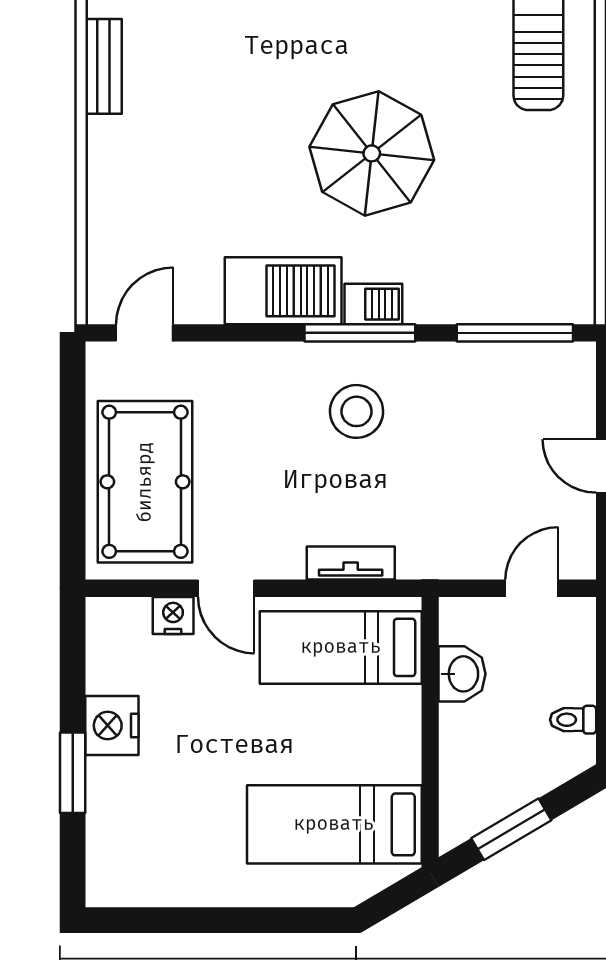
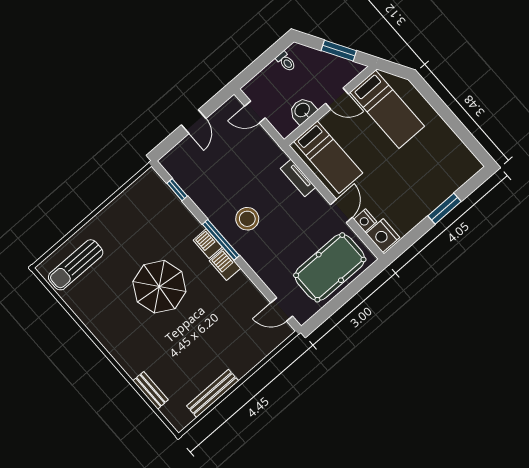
bench: (103, 66) -> (213, 393), width x1.36
barbecue: (283, 291) -> (225, 265), width x0.53, depth x0.65
window: (515, 333) -> (177, 190), width x0.46
nightstand: (112, 726) -> (383, 236), moved, turned 90
door: (430, 752) -> (337, 99), added

